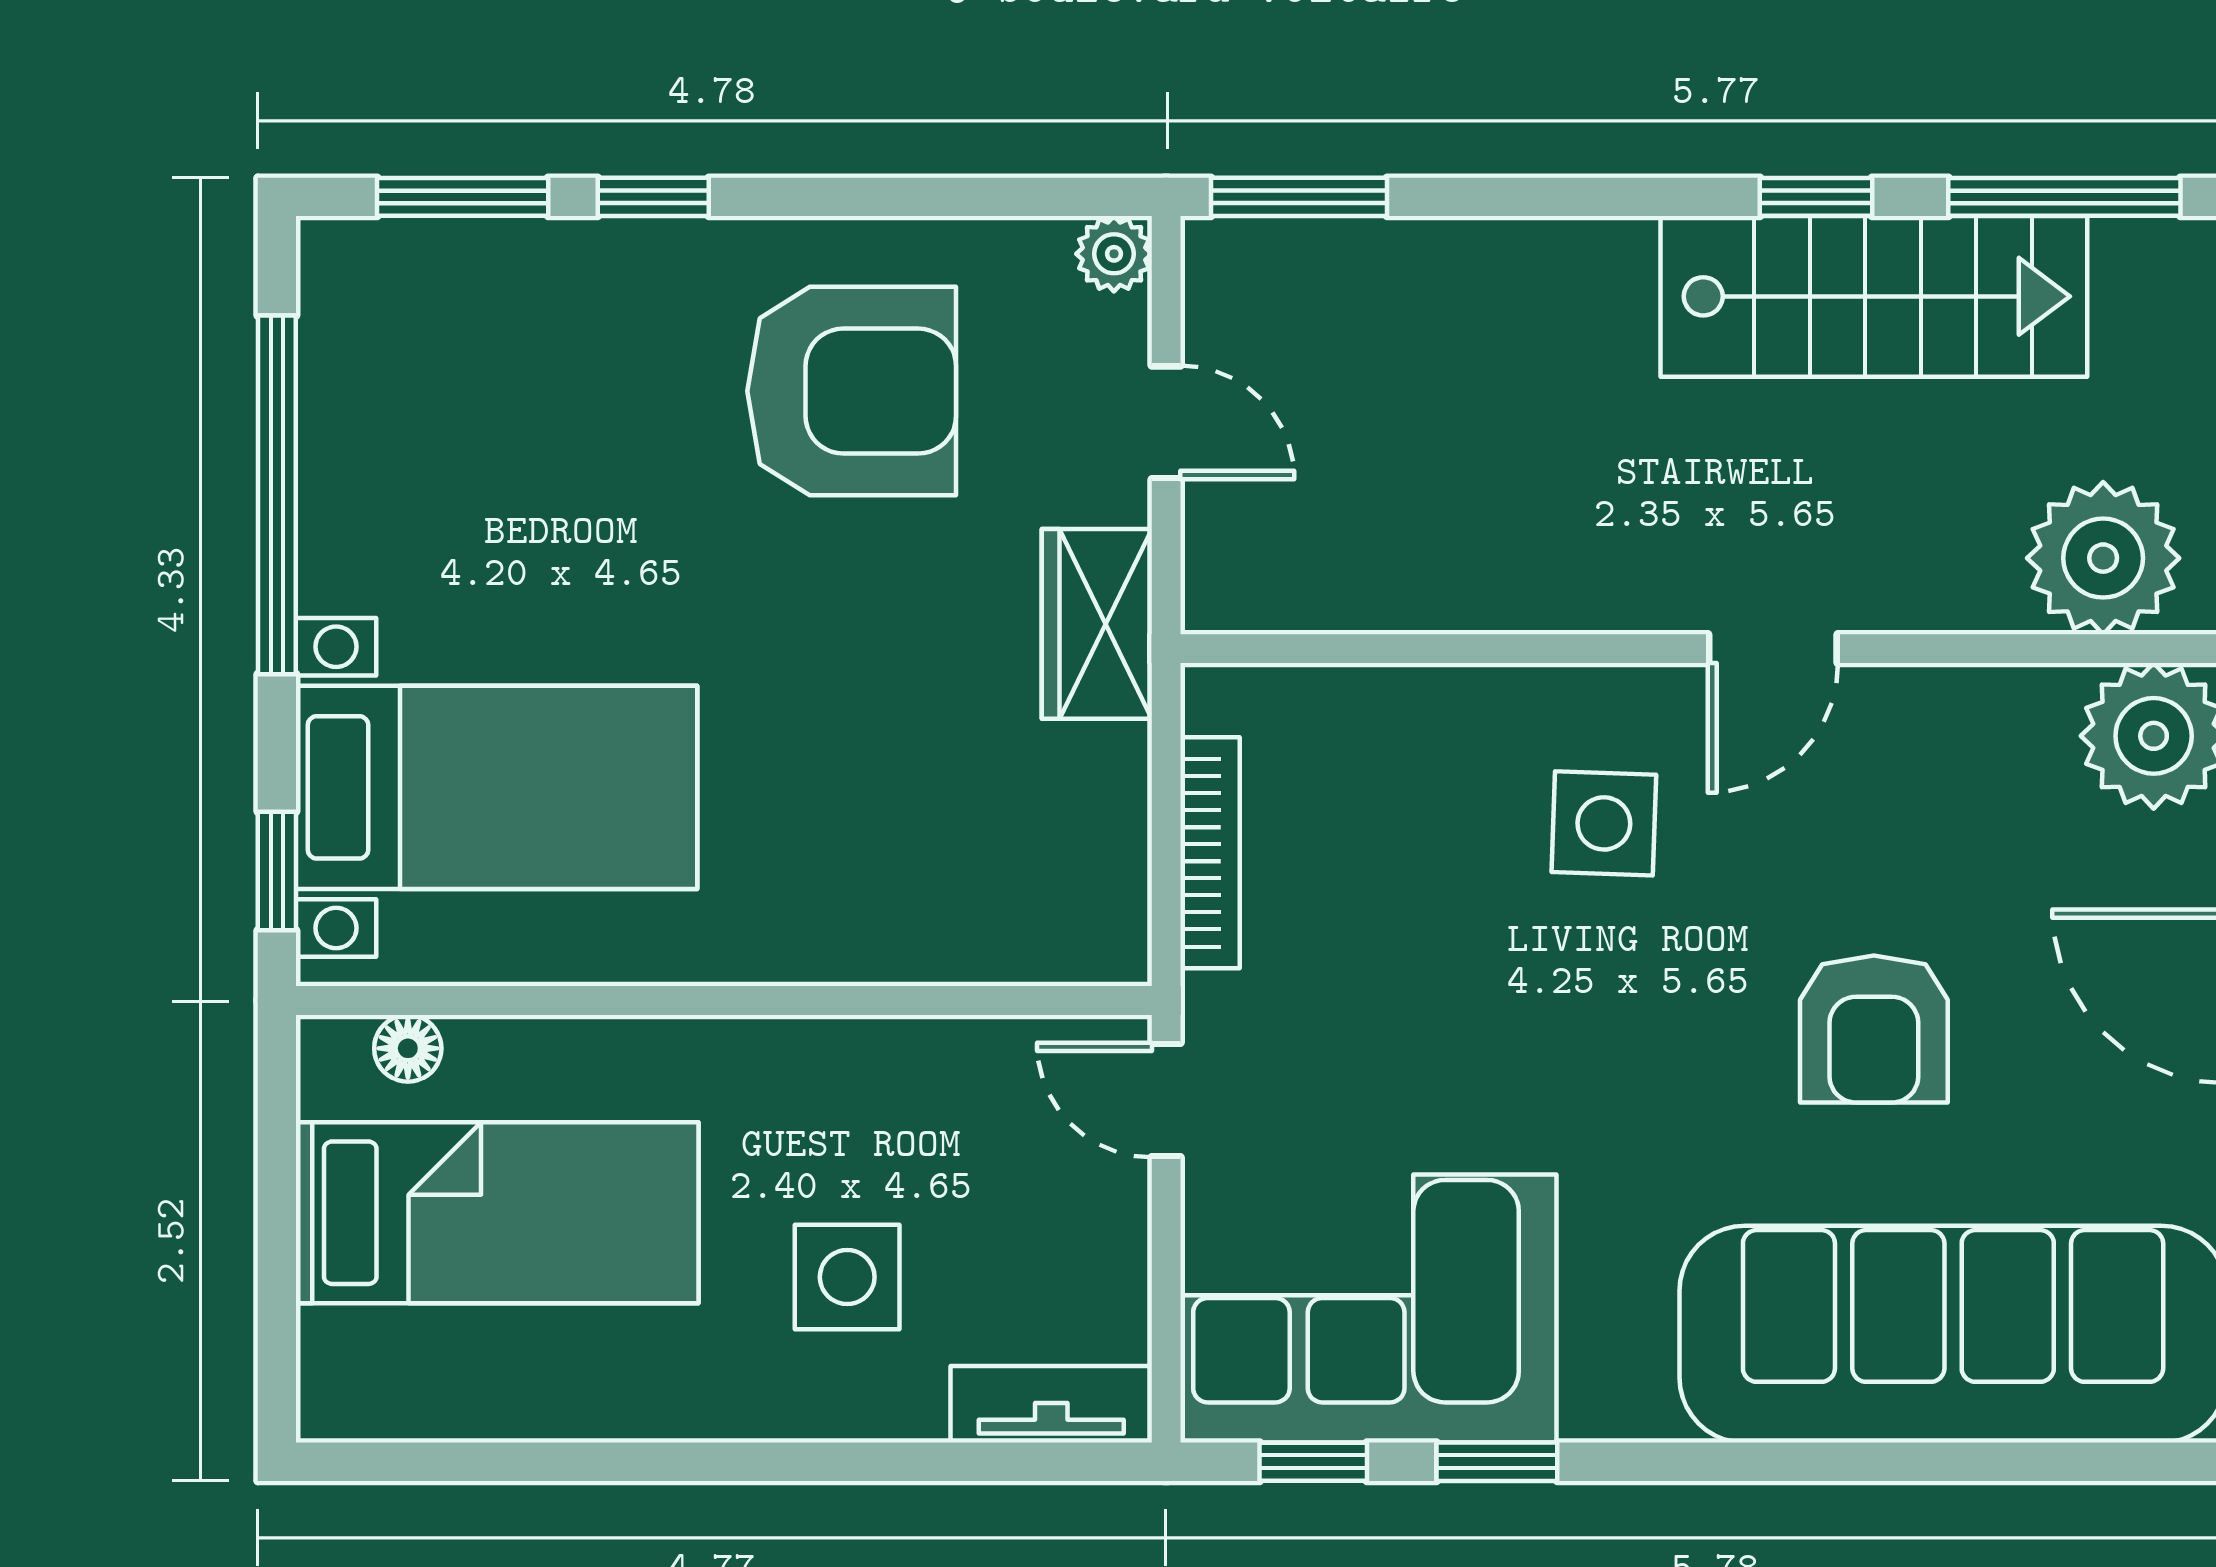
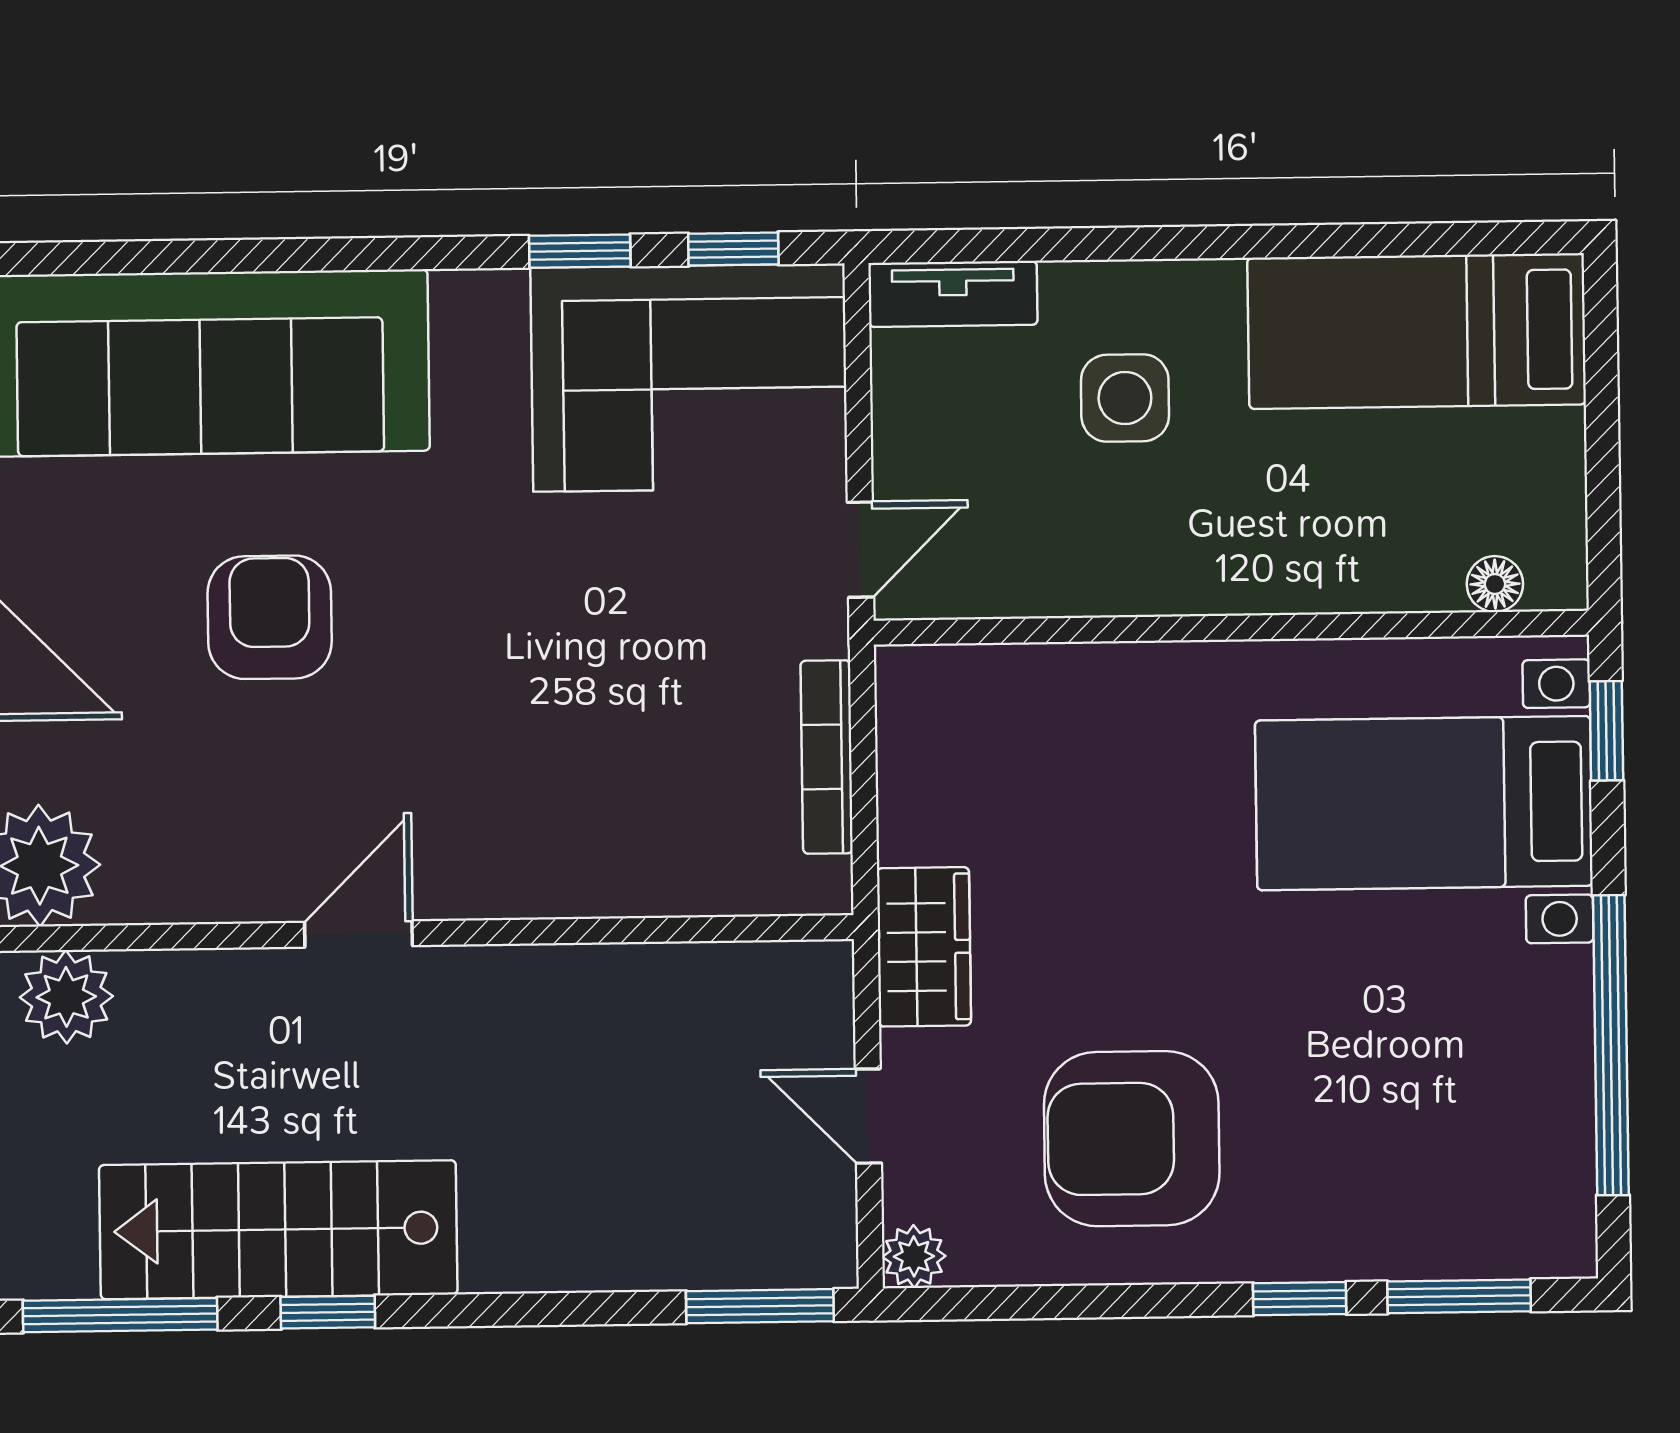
plant: (2103, 558) -> (66, 997), width x0.73, depth x0.73
side table: (1604, 823) -> (498, 786), removed
door: (1166, 1100) -> (860, 550), hinge flipped
bed: (497, 1213) -> (1417, 331), moved

